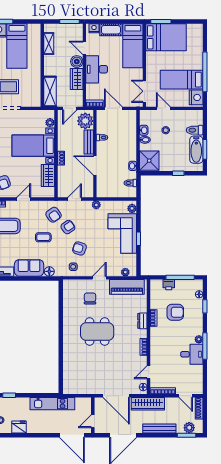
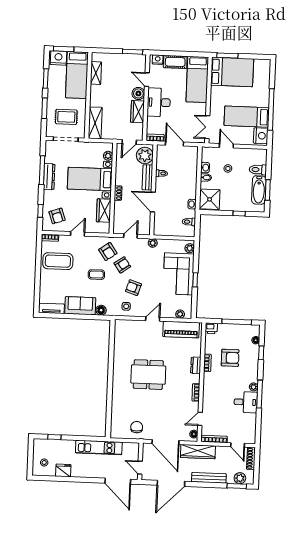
shelving: (49, 43) -> (96, 73), moved
wall: (42, 65) -> (88, 95), moved
shelving: (50, 92) -> (95, 123), moved
printer: (169, 285) -> (211, 328), moved
chair: (90, 298) -> (137, 427), moved
door: (93, 421) -> (140, 468), hinge flipped

